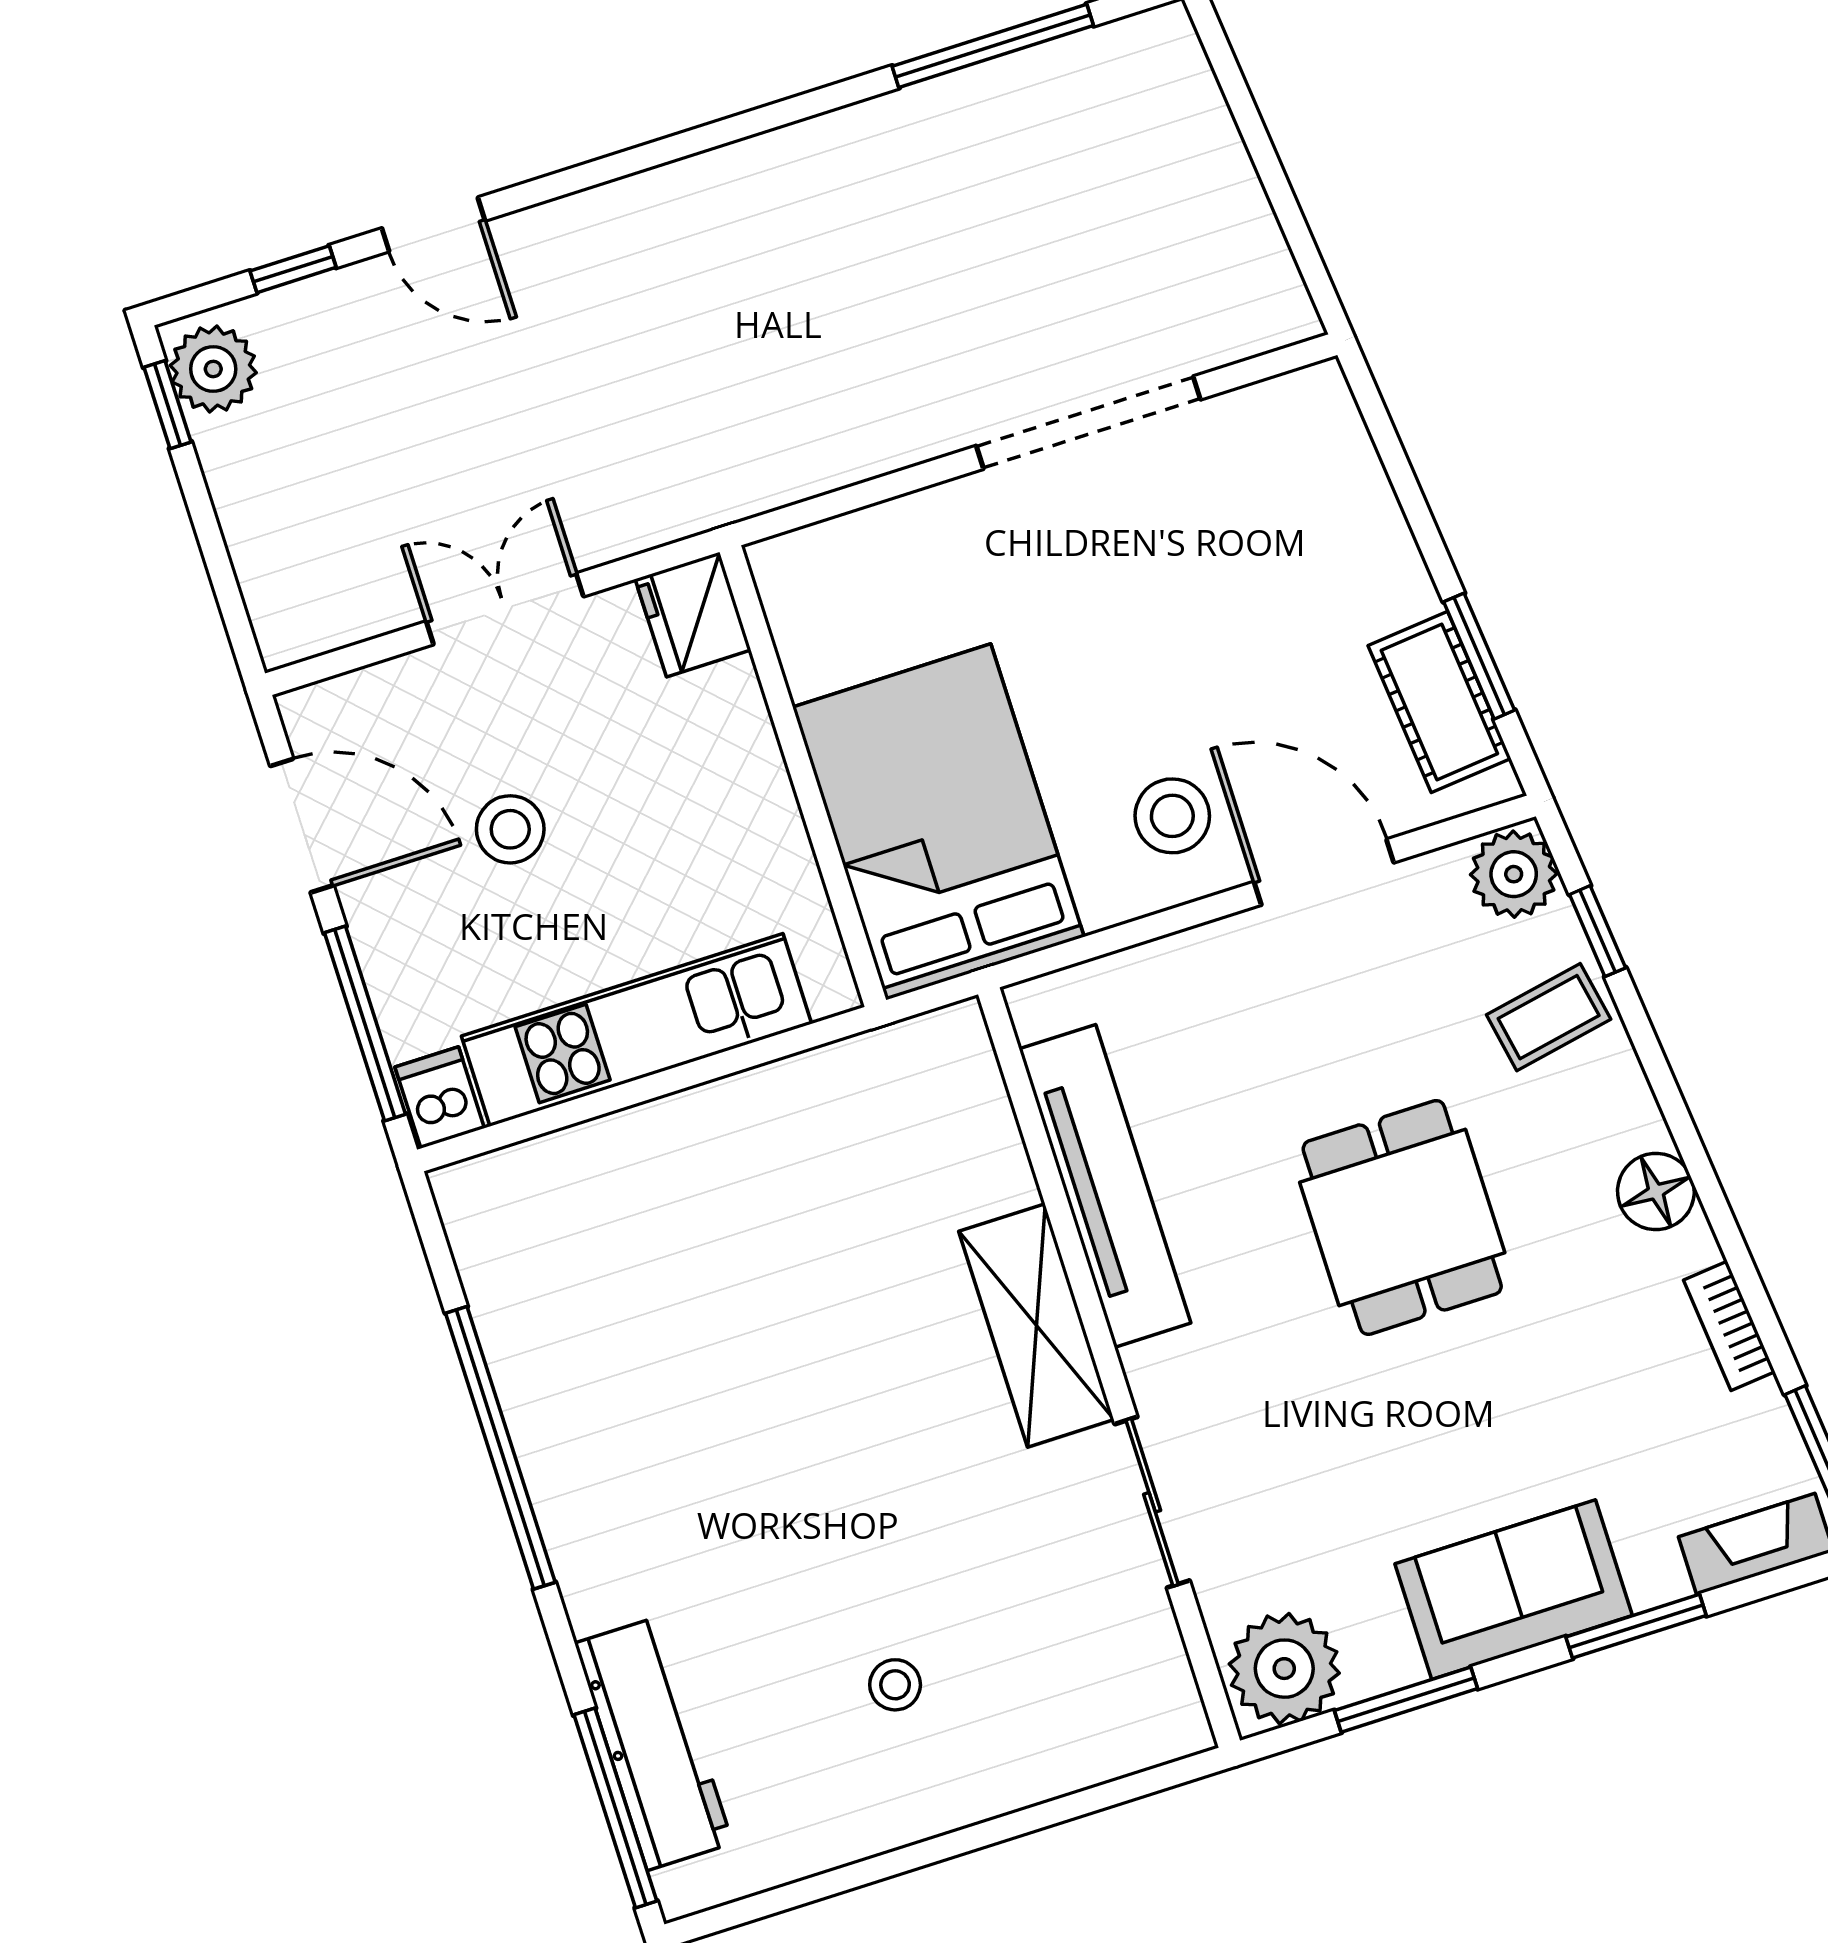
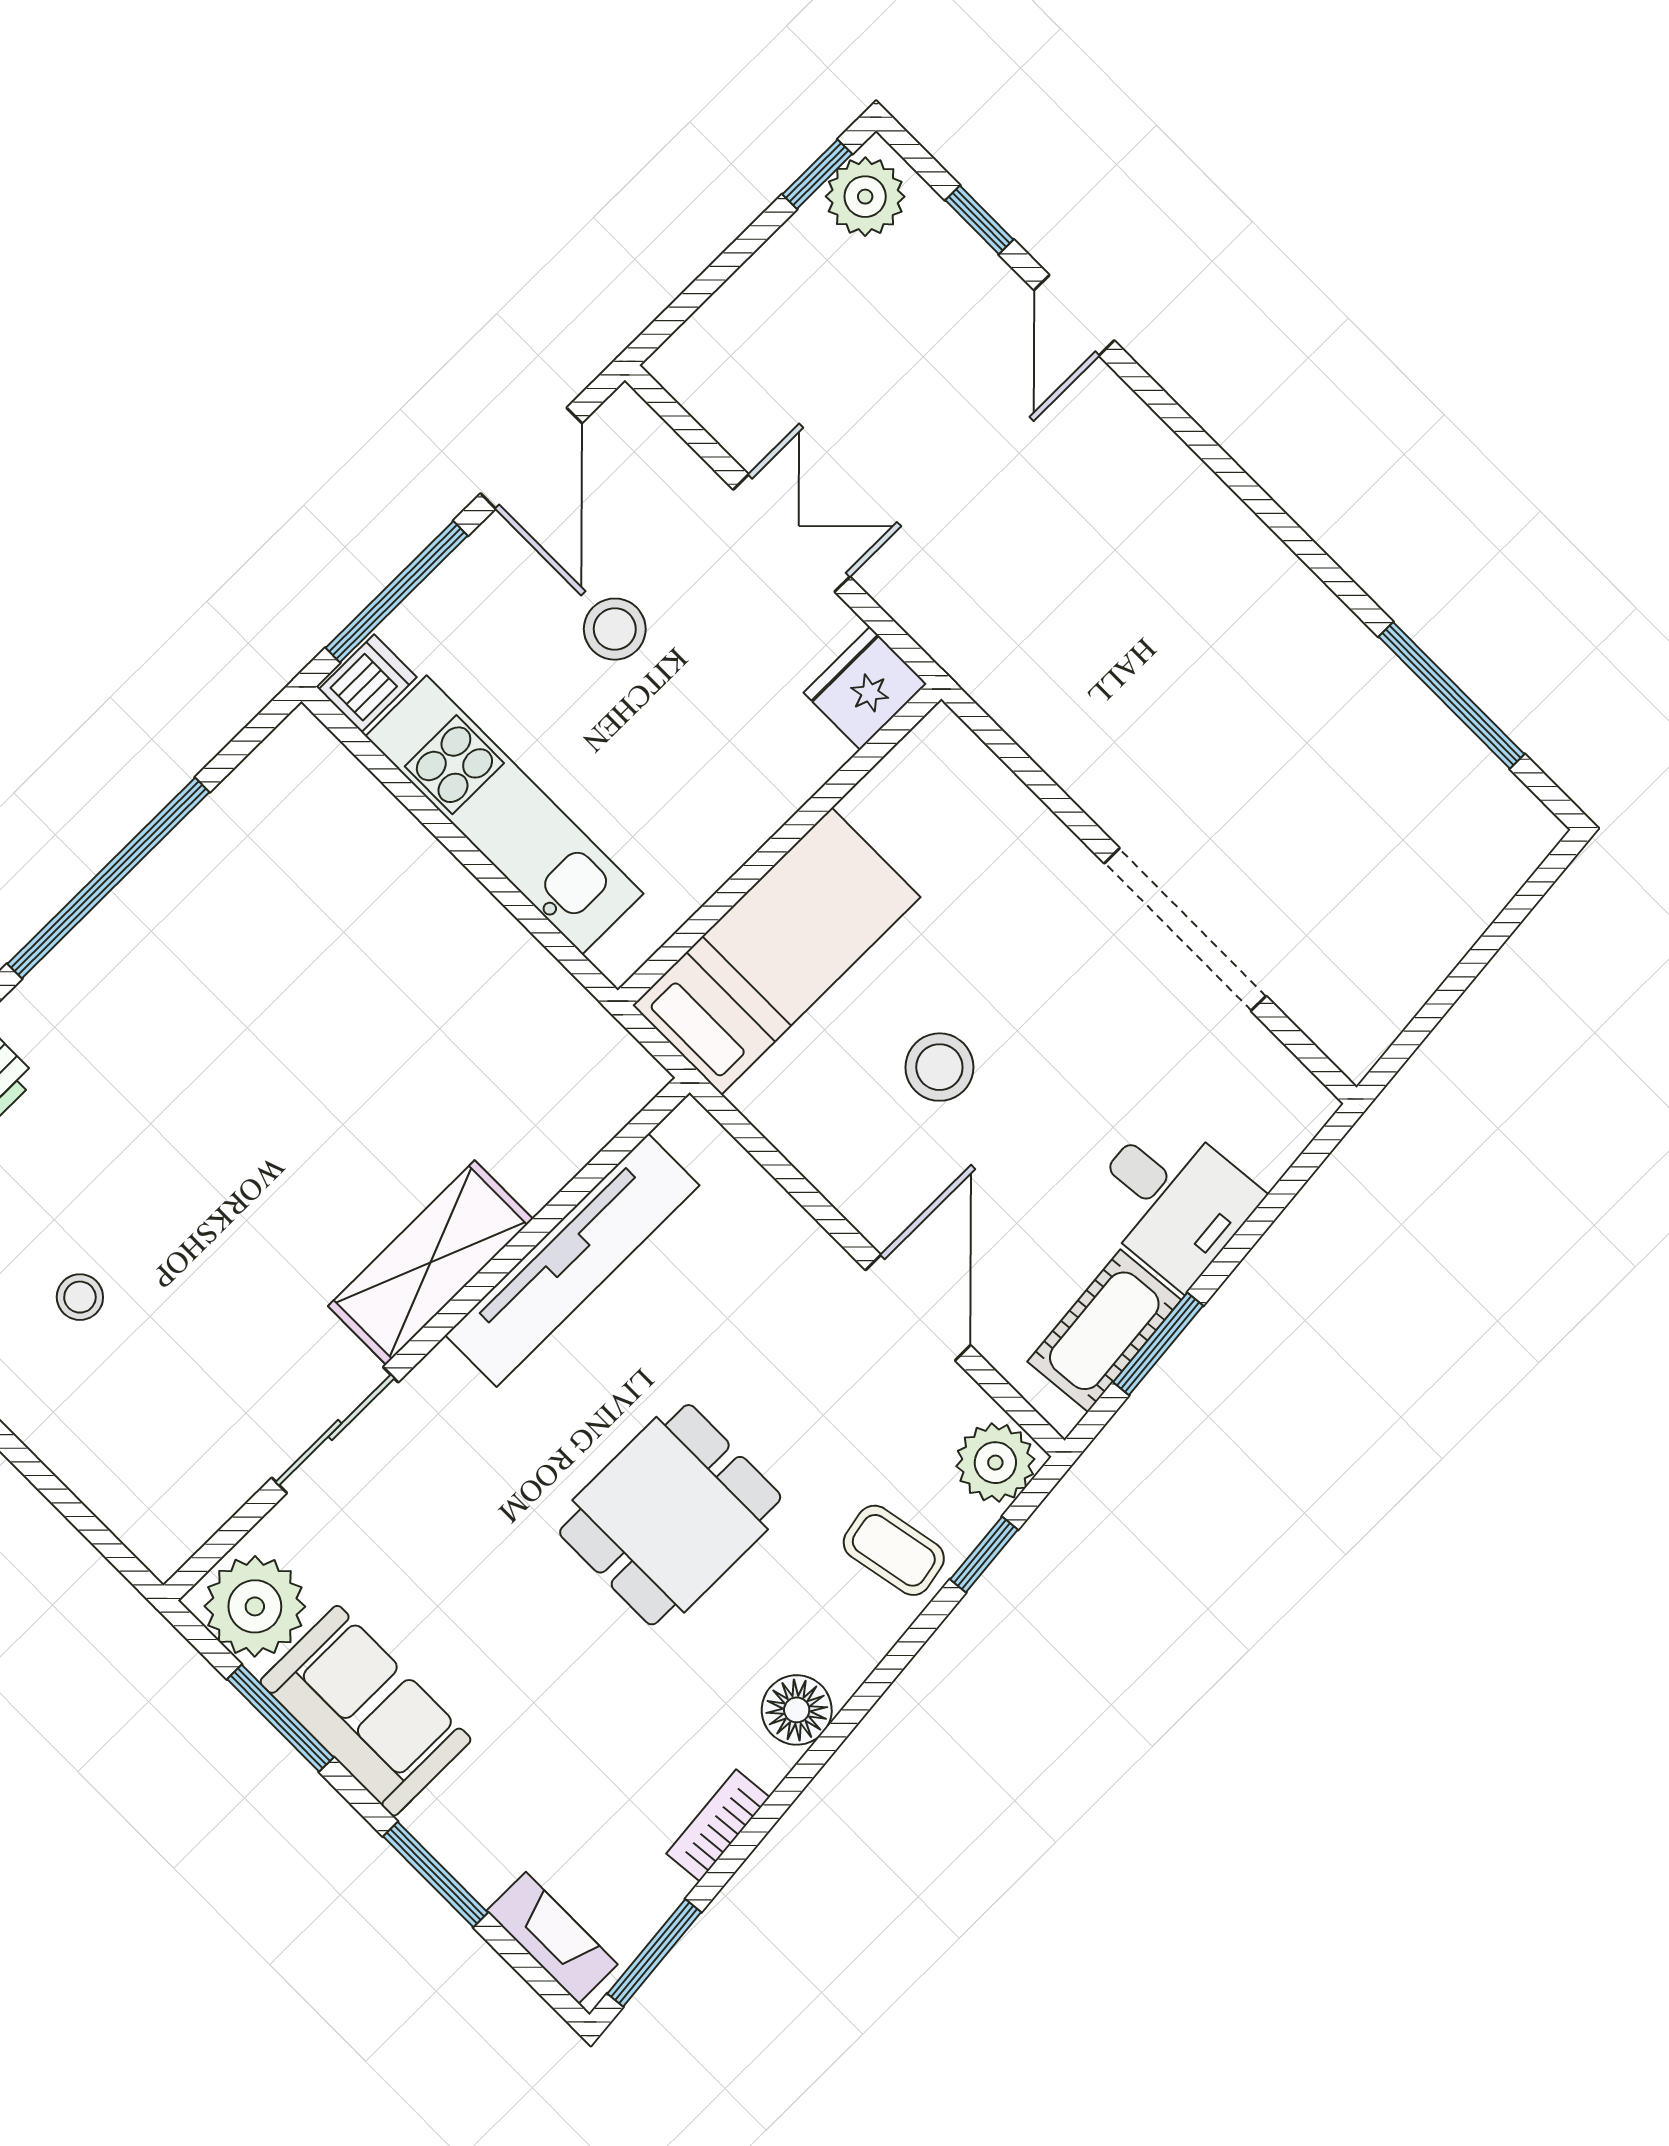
desk: (1346, 570) -> (1172, 1200), added
stool: (1172, 816) -> (939, 1067), moved
bed: (938, 822) -> (776, 951), width x0.67
sofa: (1514, 1590) -> (365, 1711), moved

